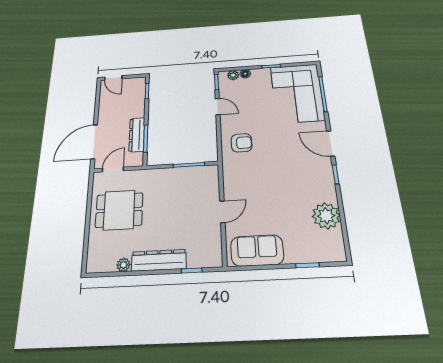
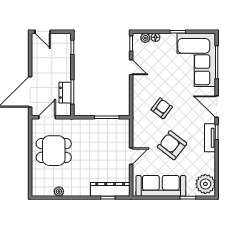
dresser: (137, 135) -> (65, 93), width x0.70
armchair: (241, 143) -> (162, 108), moved, turned -53
tv unit: (328, 182) -> (210, 138), added
armchair: (277, 194) -> (172, 145), added
plant: (326, 216) -> (205, 184), moved
sofa: (257, 250) -> (161, 186), width x1.36
dresser: (159, 260) -> (110, 189), moved

